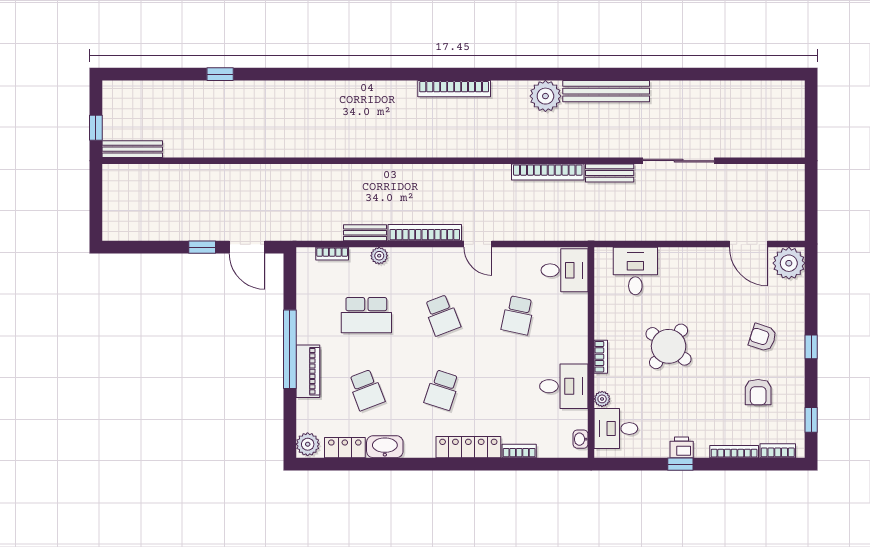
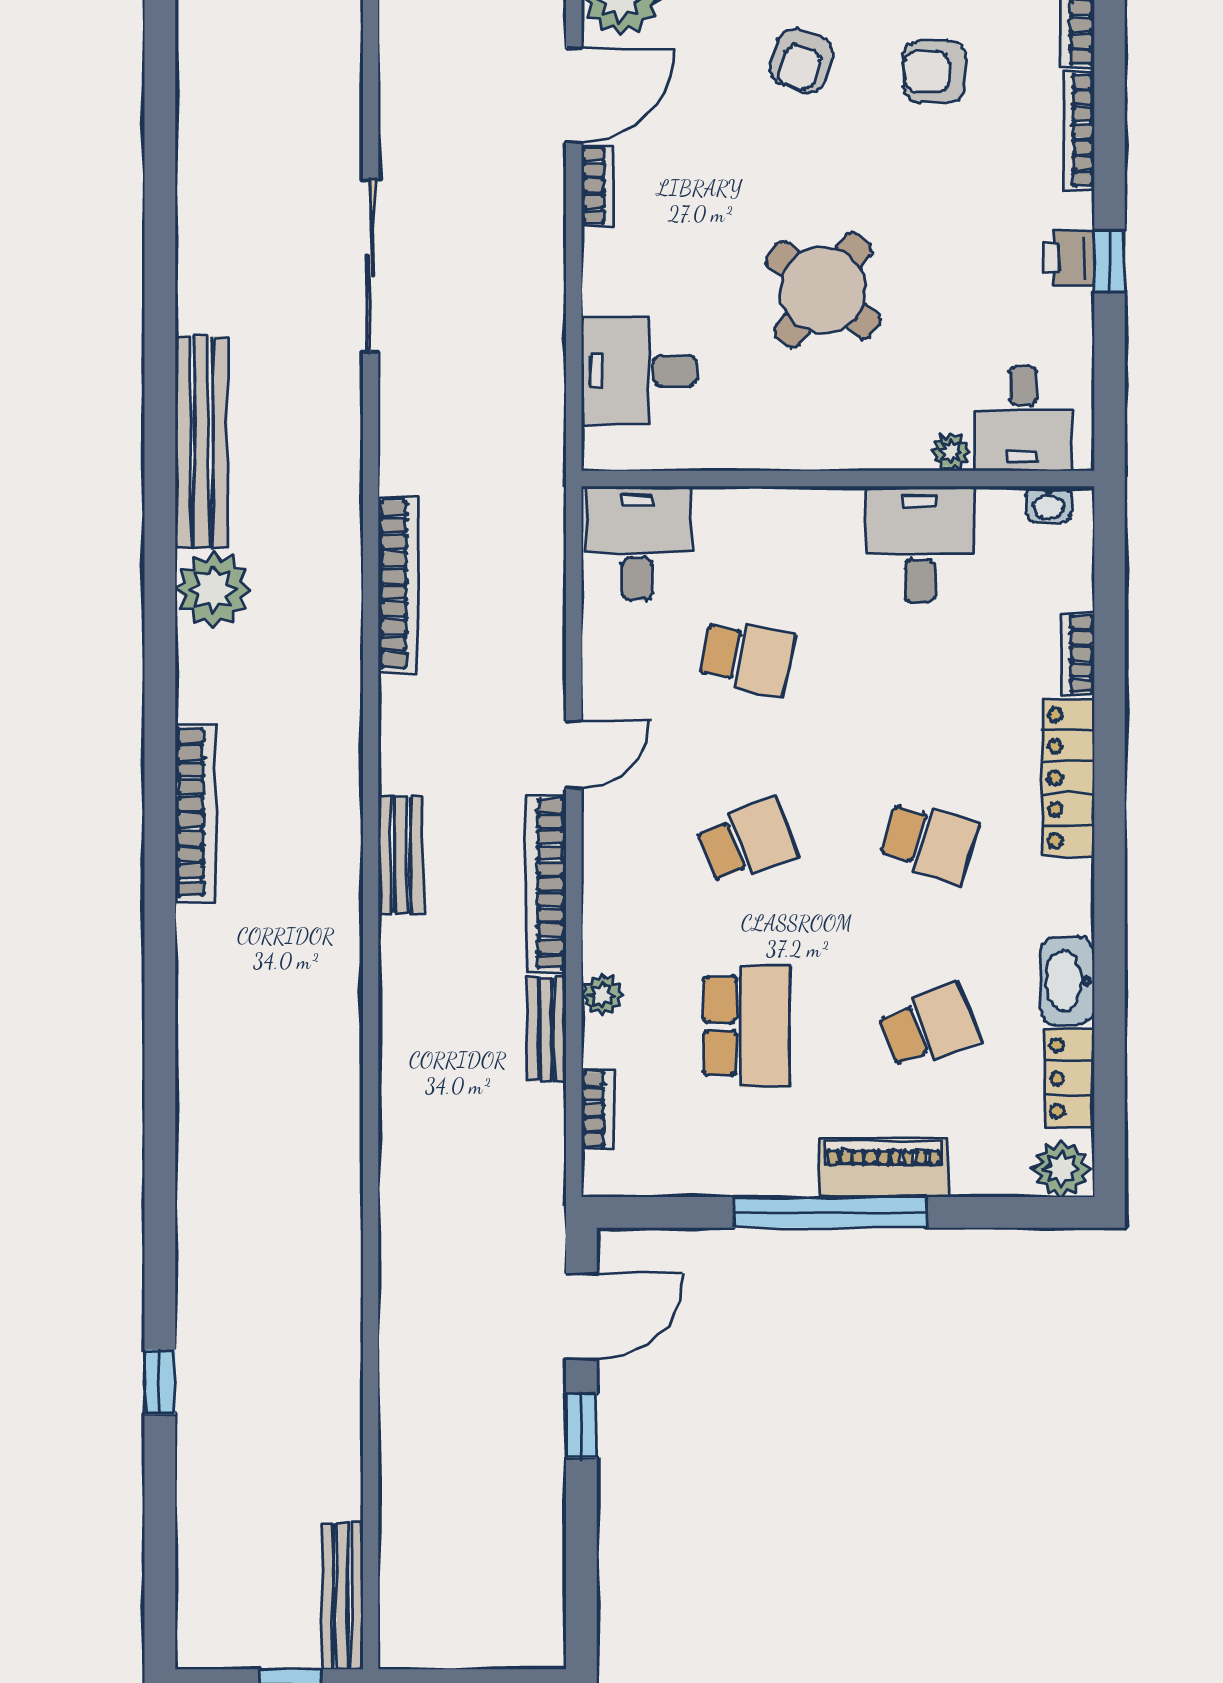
bench: (610, 173) -> (401, 855), moved
bookcase: (601, 357) -> (597, 185), moved, turned 90
armchair: (758, 392) -> (934, 72), turned 180

